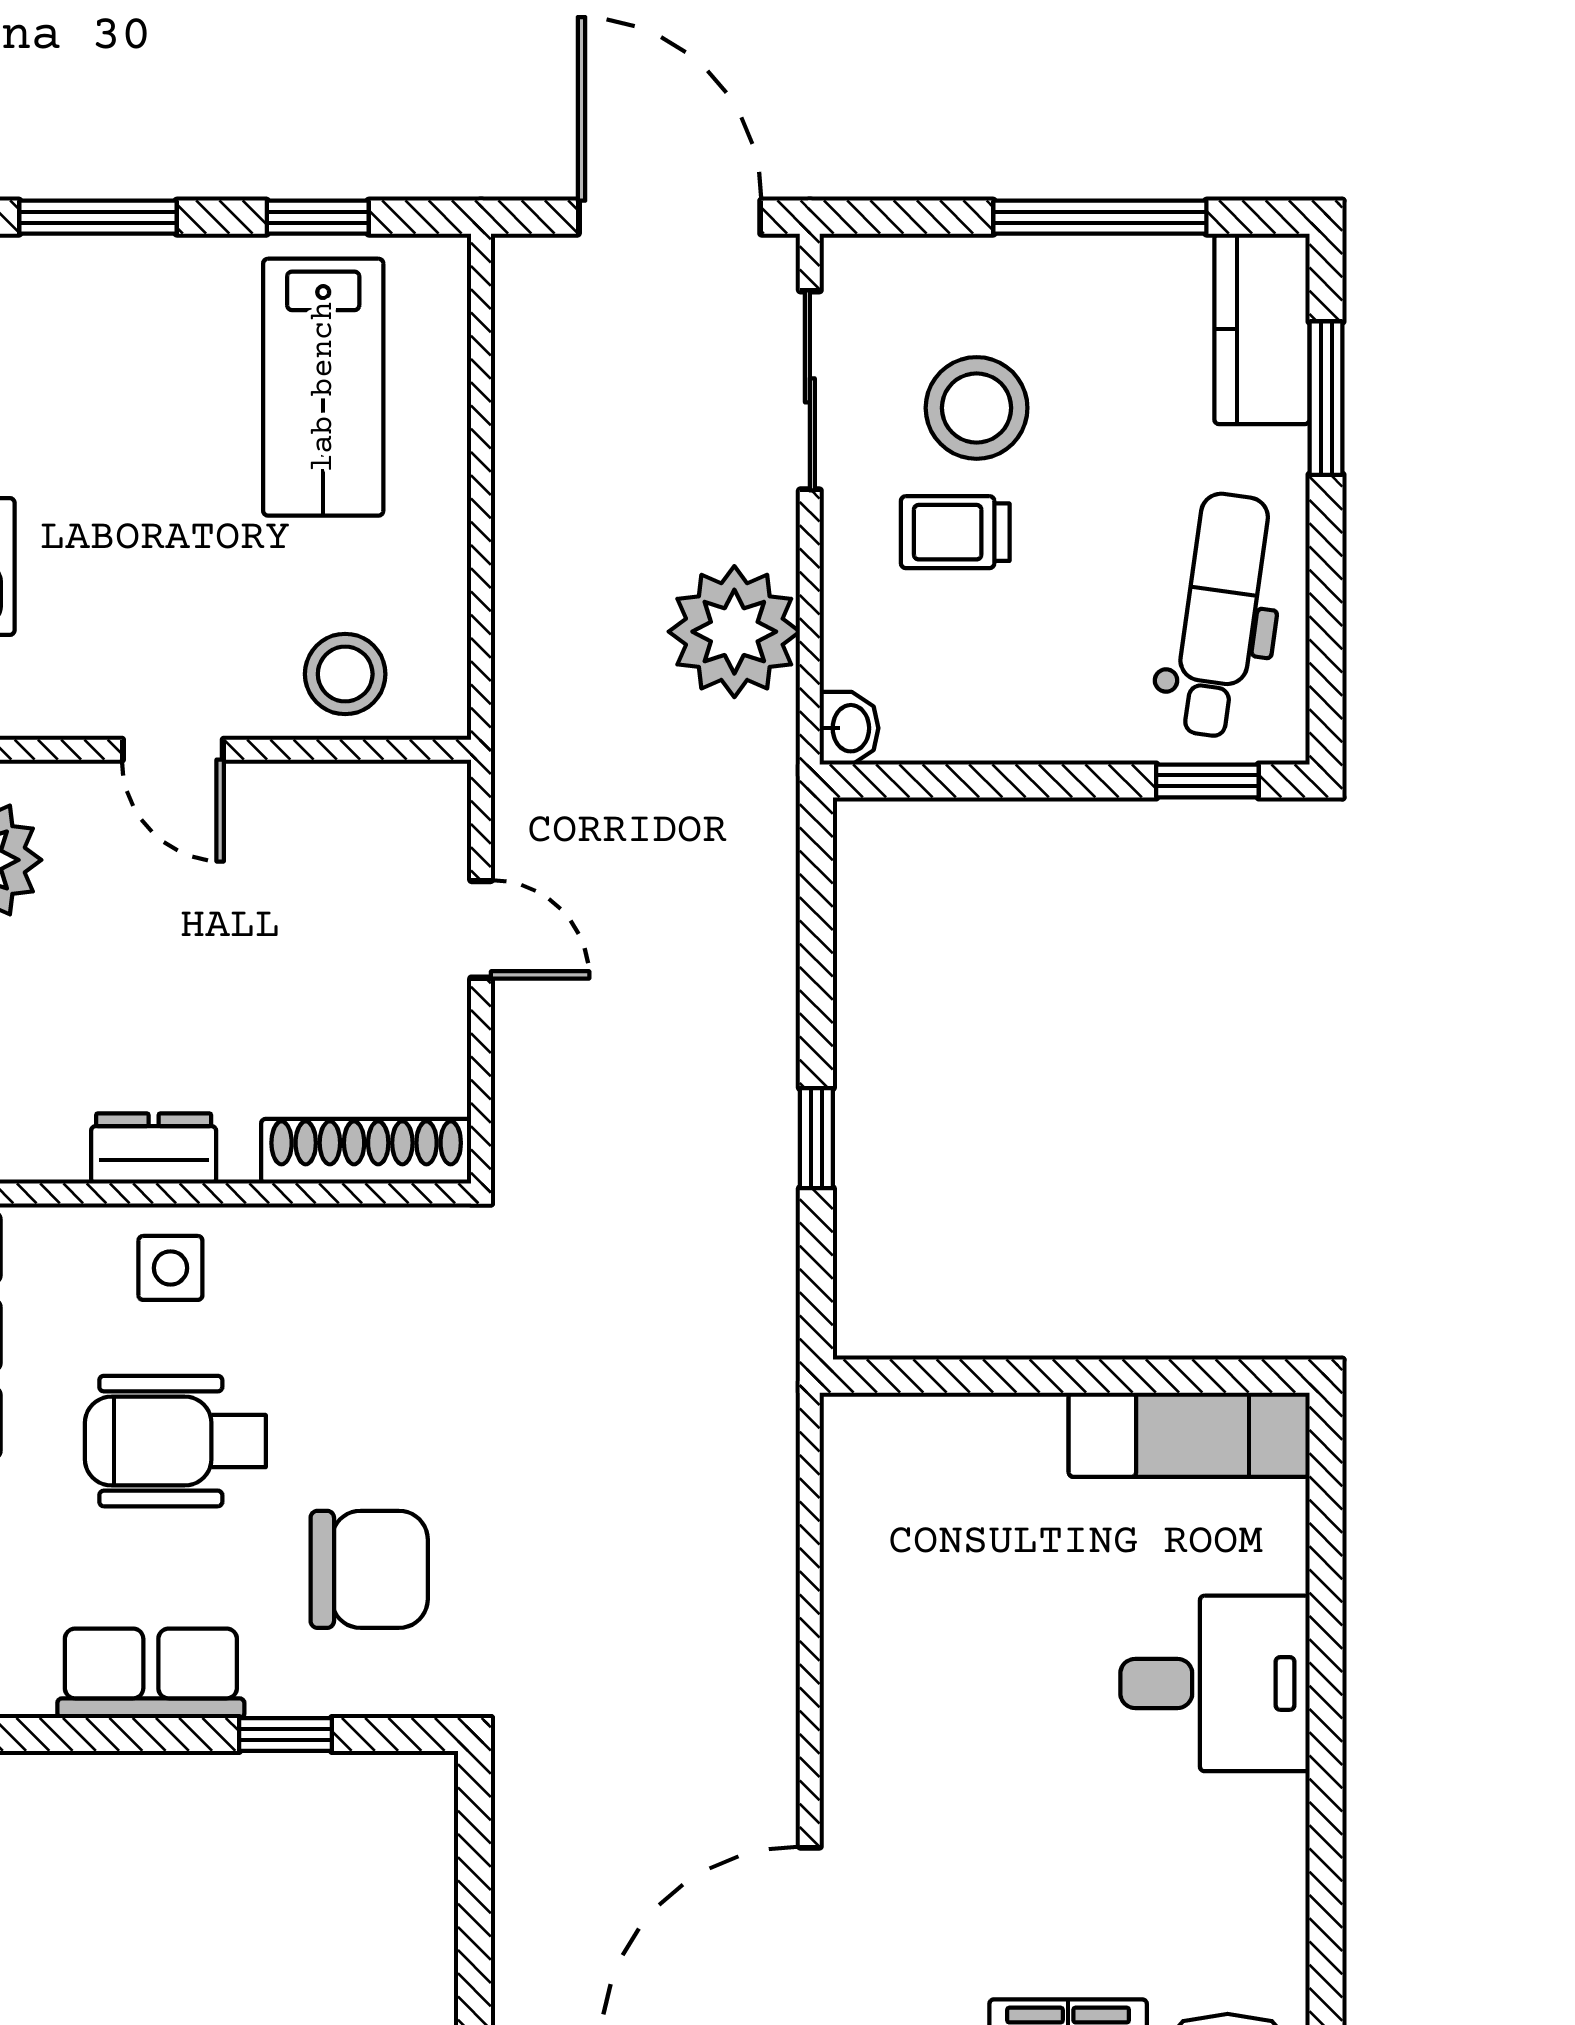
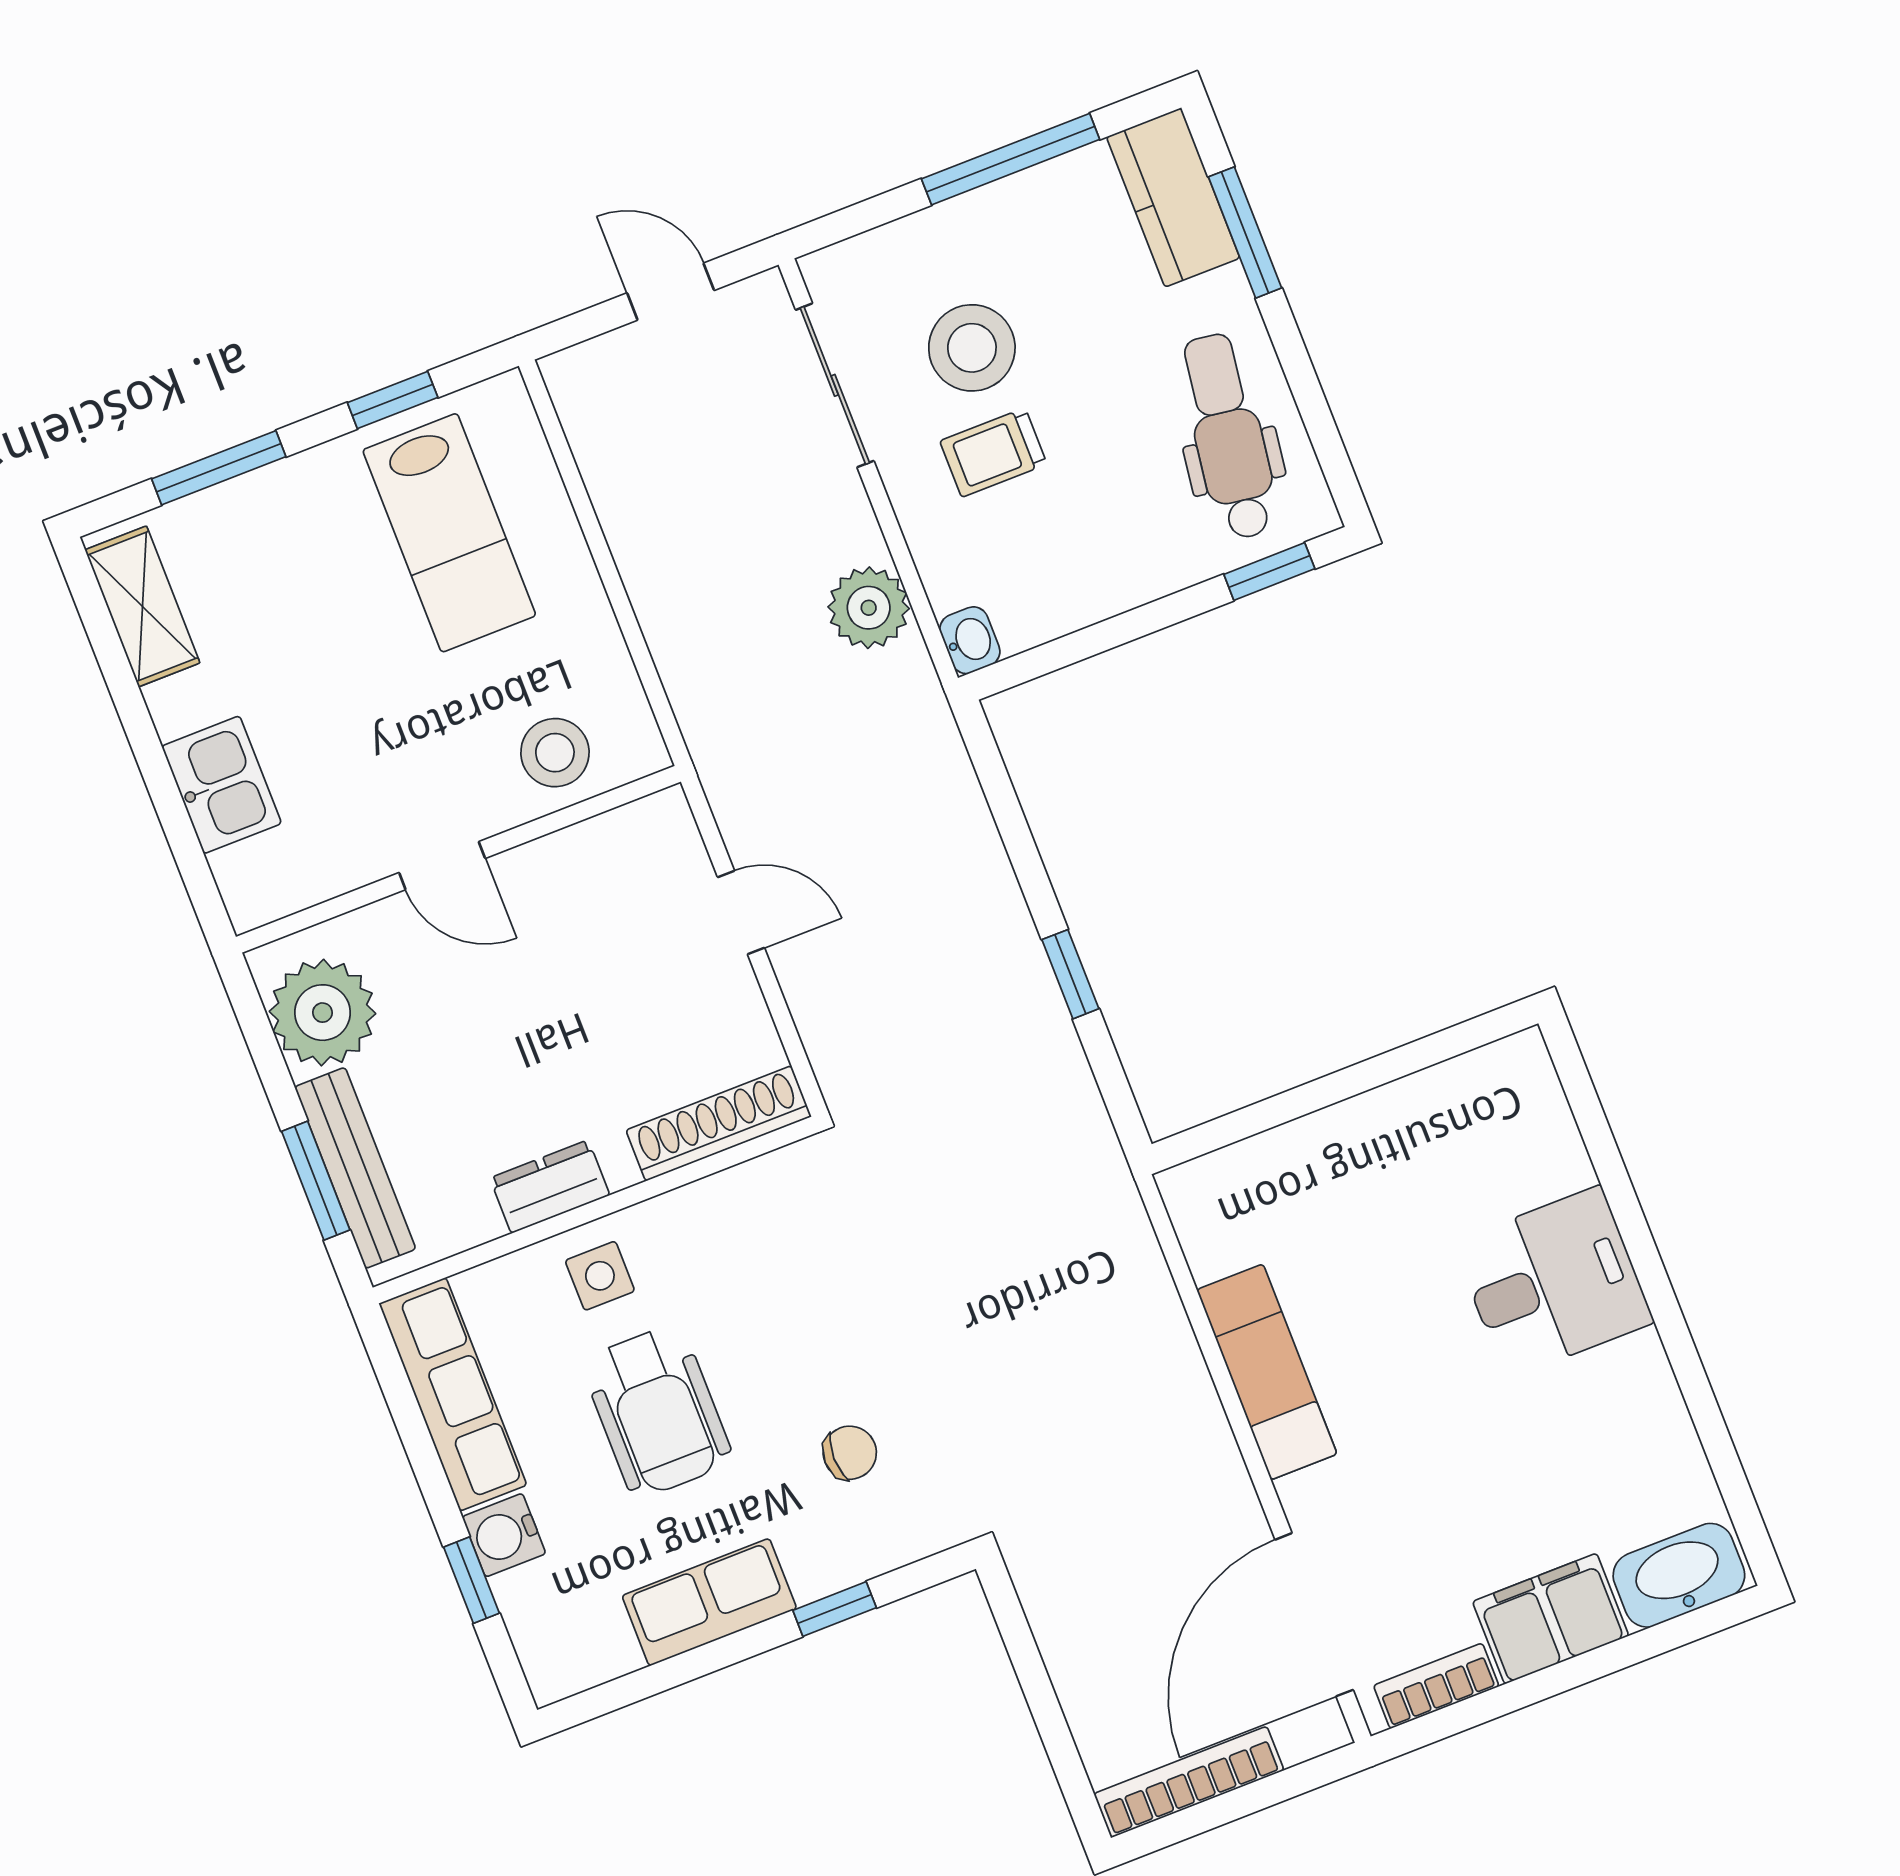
door: (670, 217) -> (671, 292), width x0.53
plant: (734, 632) -> (869, 608), width x0.73, depth x0.73
exam couch: (1189, 1435) -> (1267, 1372), moved, turned -90
wheelchair: (175, 1441) -> (657, 1411), turned -90
chair: (369, 1569) -> (850, 1453), width x0.54, depth x0.54

